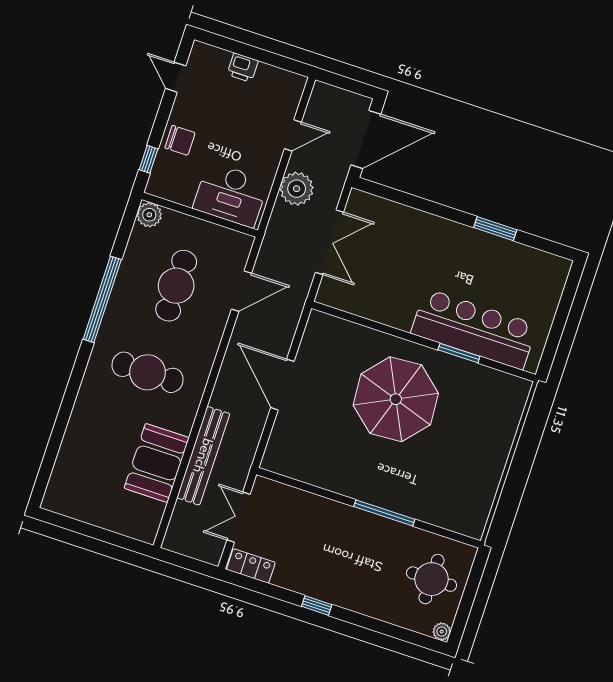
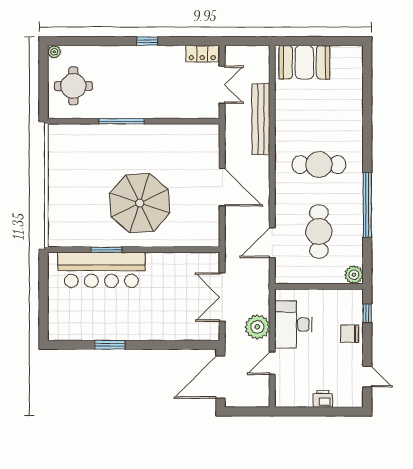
desk: (231, 195) -> (293, 325), moved, turned -90
booth: (157, 463) -> (304, 62), moved, turned 90

